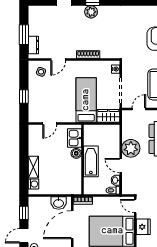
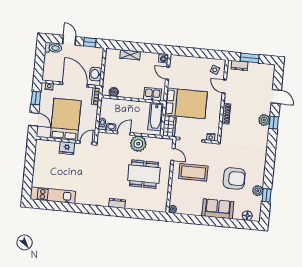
window: (24, 96) -> (194, 52), removed
bed: (86, 100) -> (186, 103), width x1.50
boiler: (76, 153) -> (114, 92), moved
bathtub: (91, 161) -> (156, 117), moved, turned 90
washing machine: (34, 184) -> (163, 58), moved

